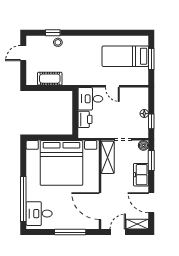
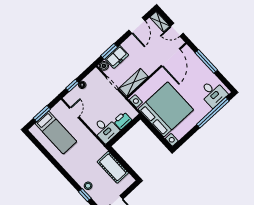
cot: (50, 79) -> (113, 167), width x1.37, depth x1.34
door: (112, 86) -> (74, 112), moved
window: (151, 121) -> (72, 86), moved
freezer: (141, 175) -> (117, 57), moved

